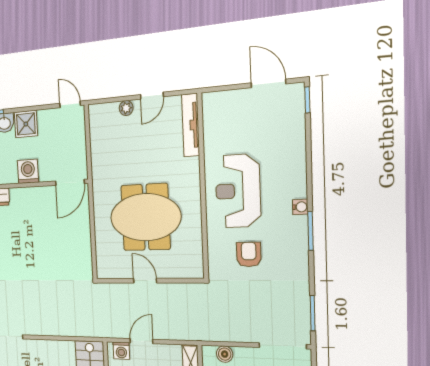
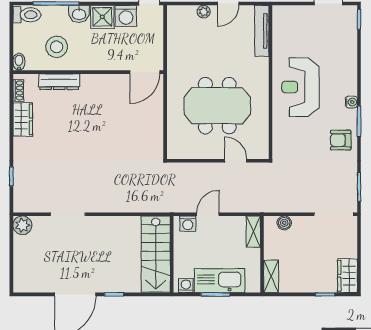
washing machine: (28, 171) -> (126, 16), moved, turned 180
armchair: (249, 254) -> (341, 140), moved, turned -90
door: (145, 281) -> (236, 161), moved

